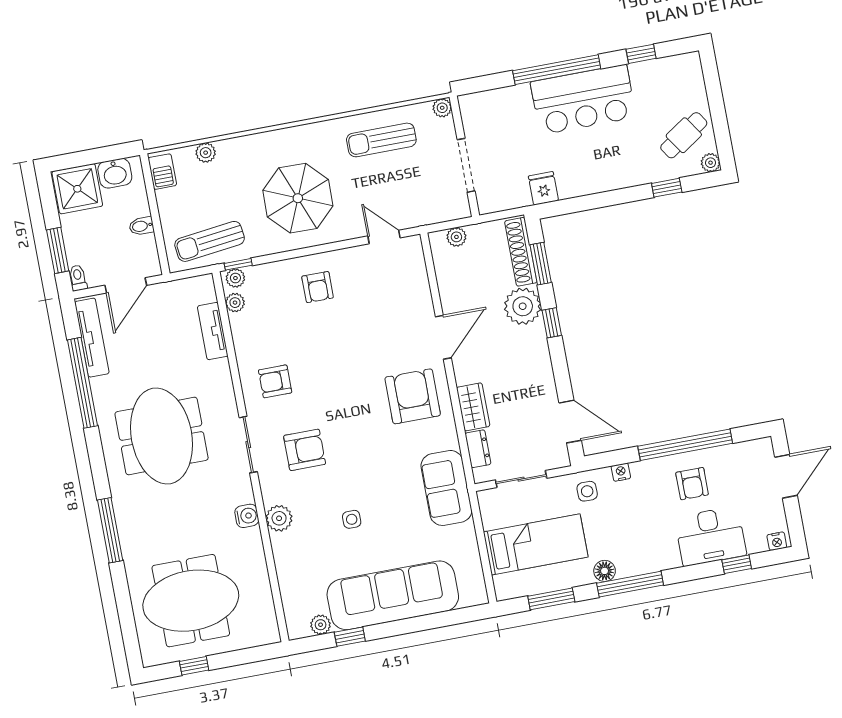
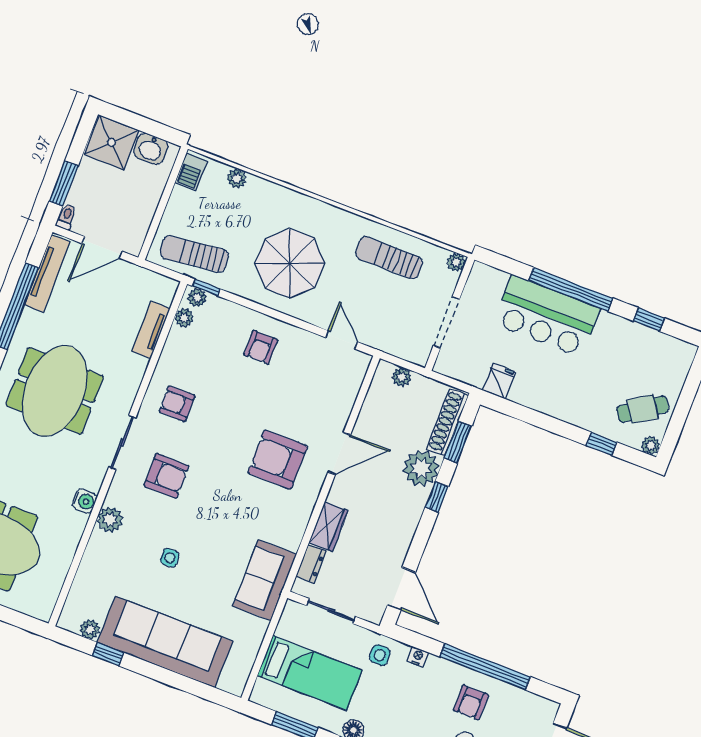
bar counter: (583, 100) -> (547, 316), moved
bidet: (142, 226) -> (146, 206), removed
armchair: (413, 396) -> (278, 460), moved, turned -90

